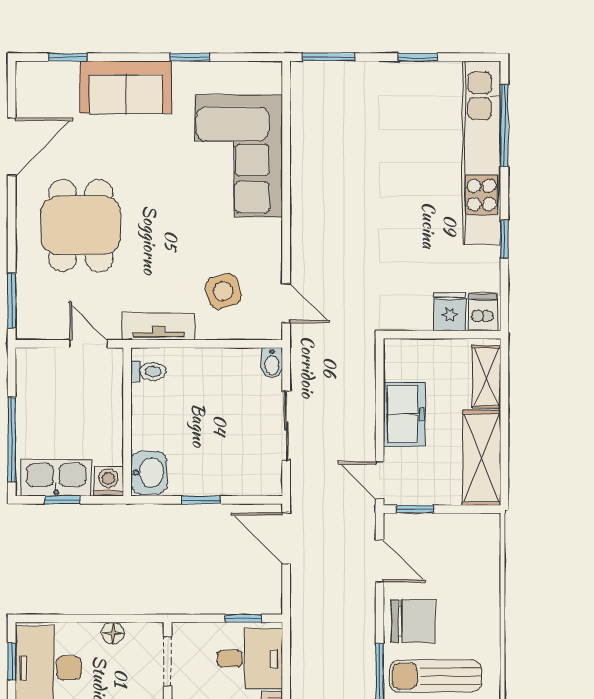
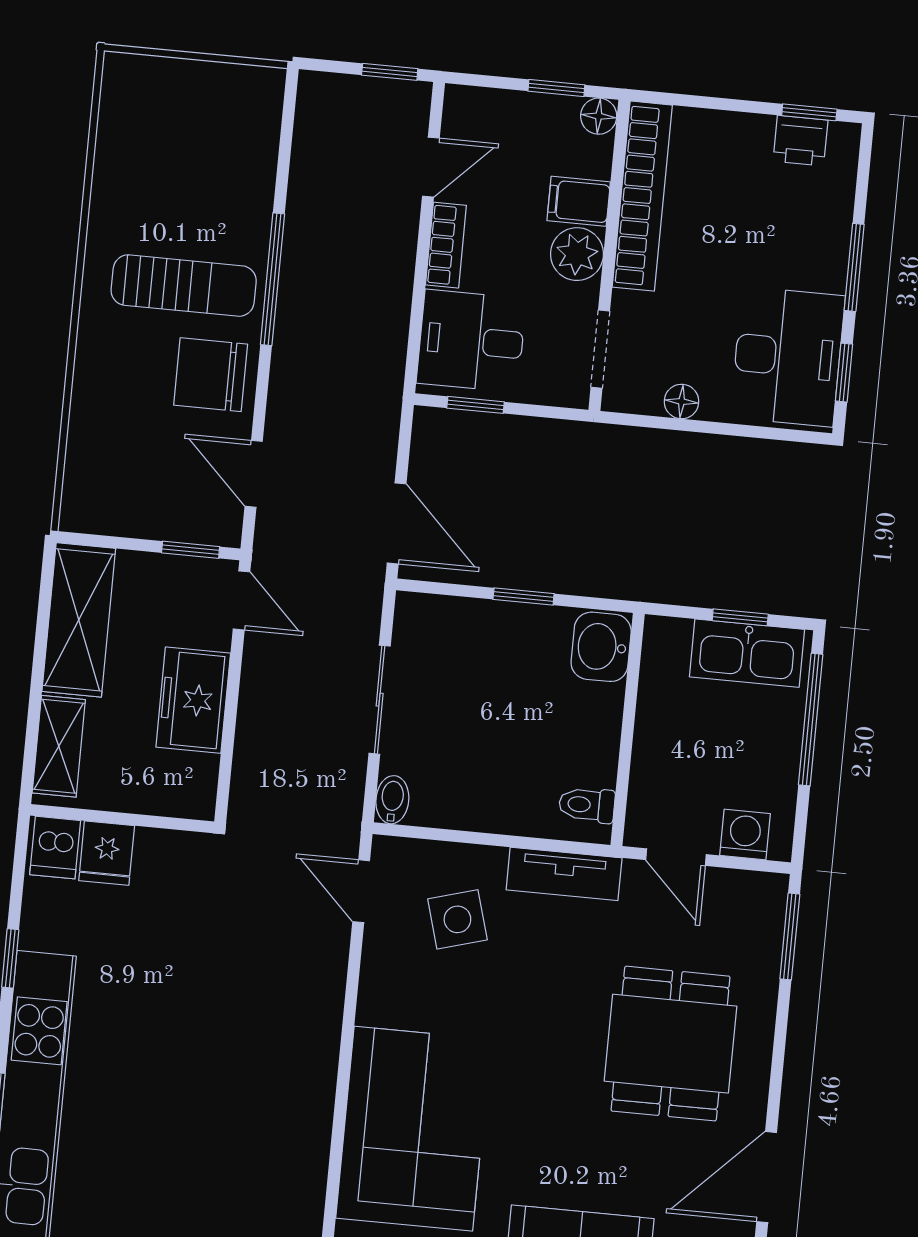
washing machine: (108, 481) -> (745, 835), moved, turned 180

